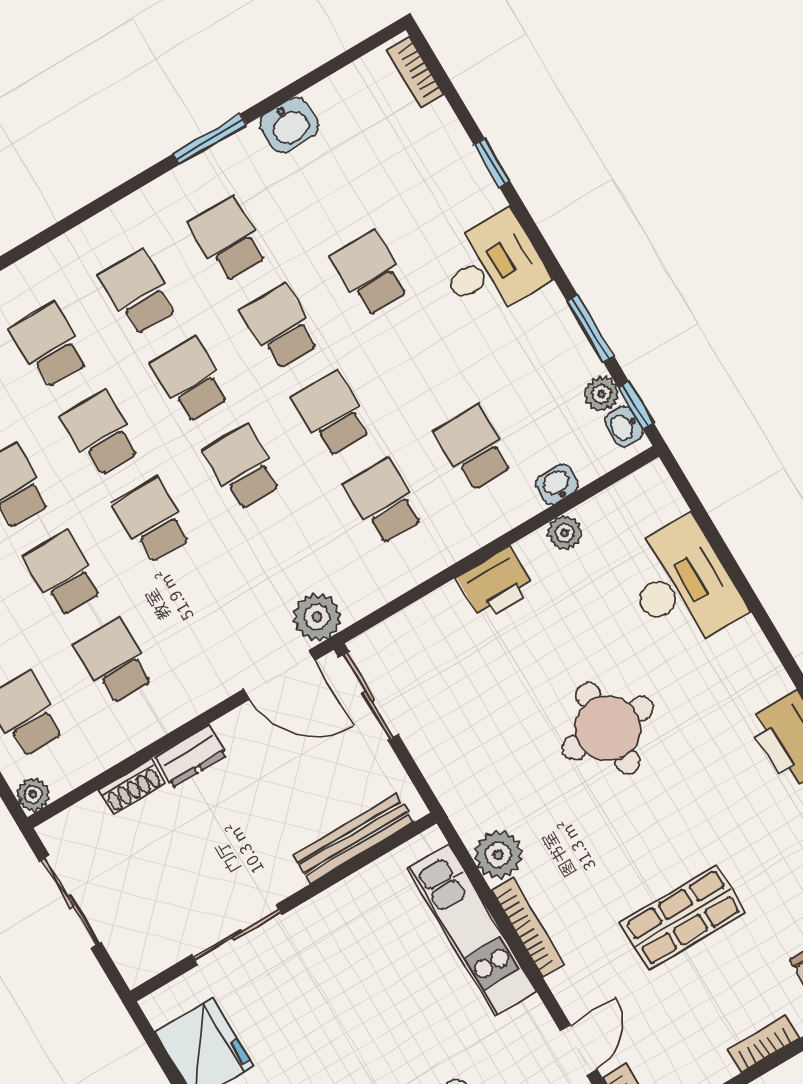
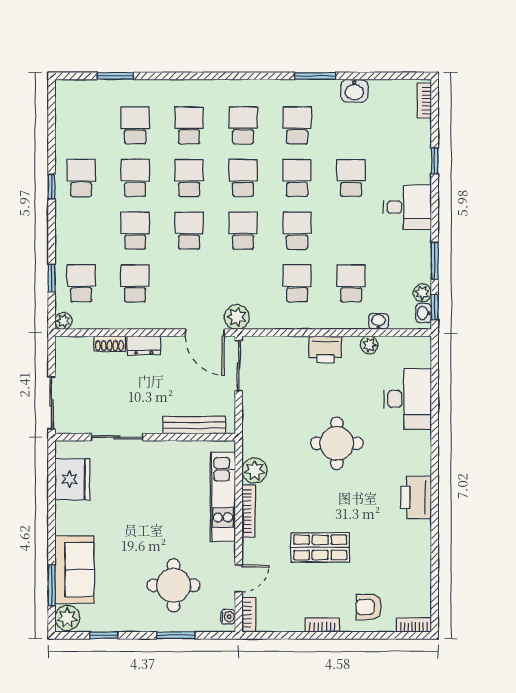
sliding door: (70, 902) -> (52, 403), moved

